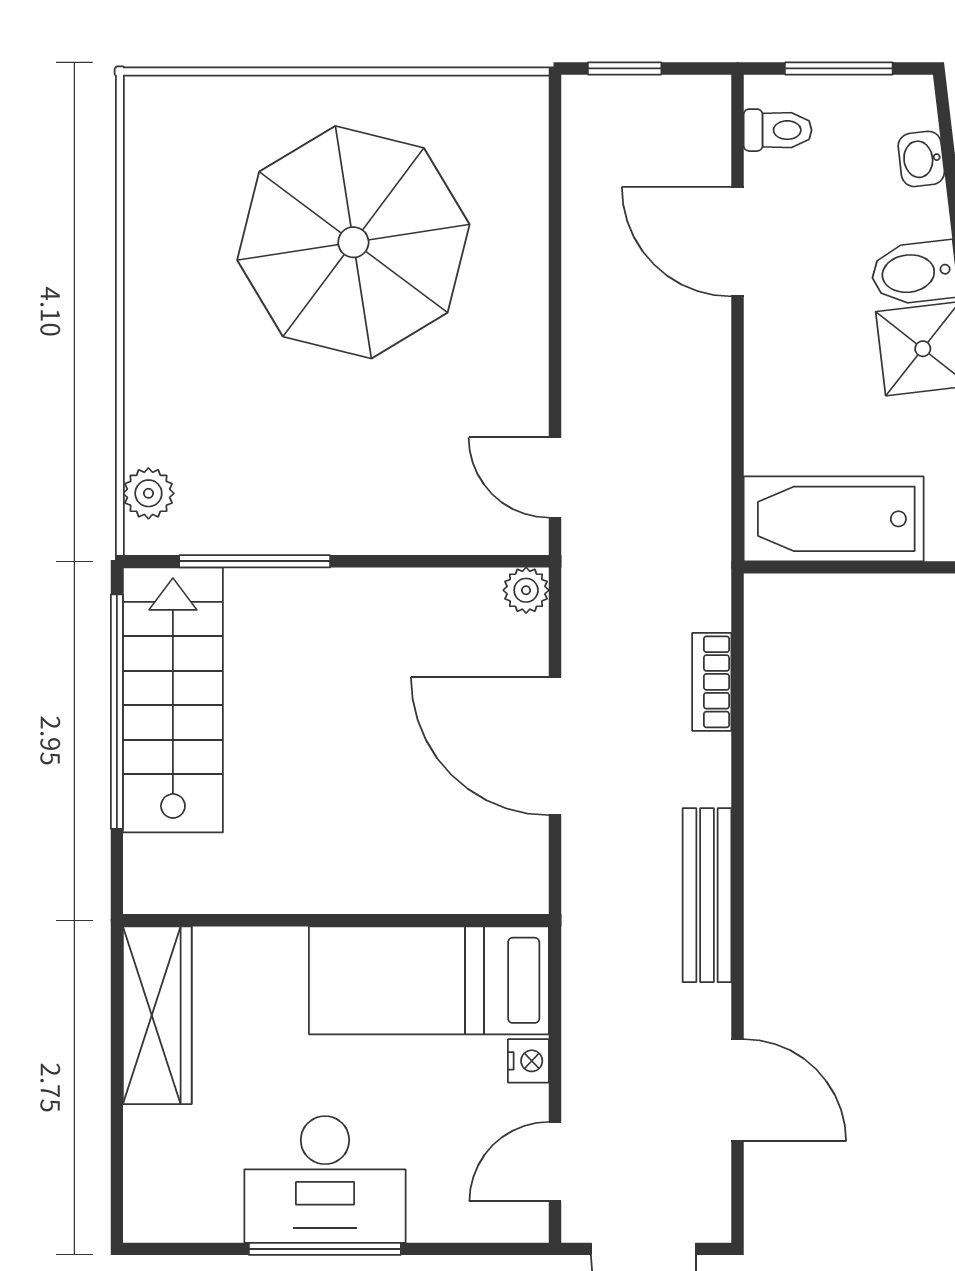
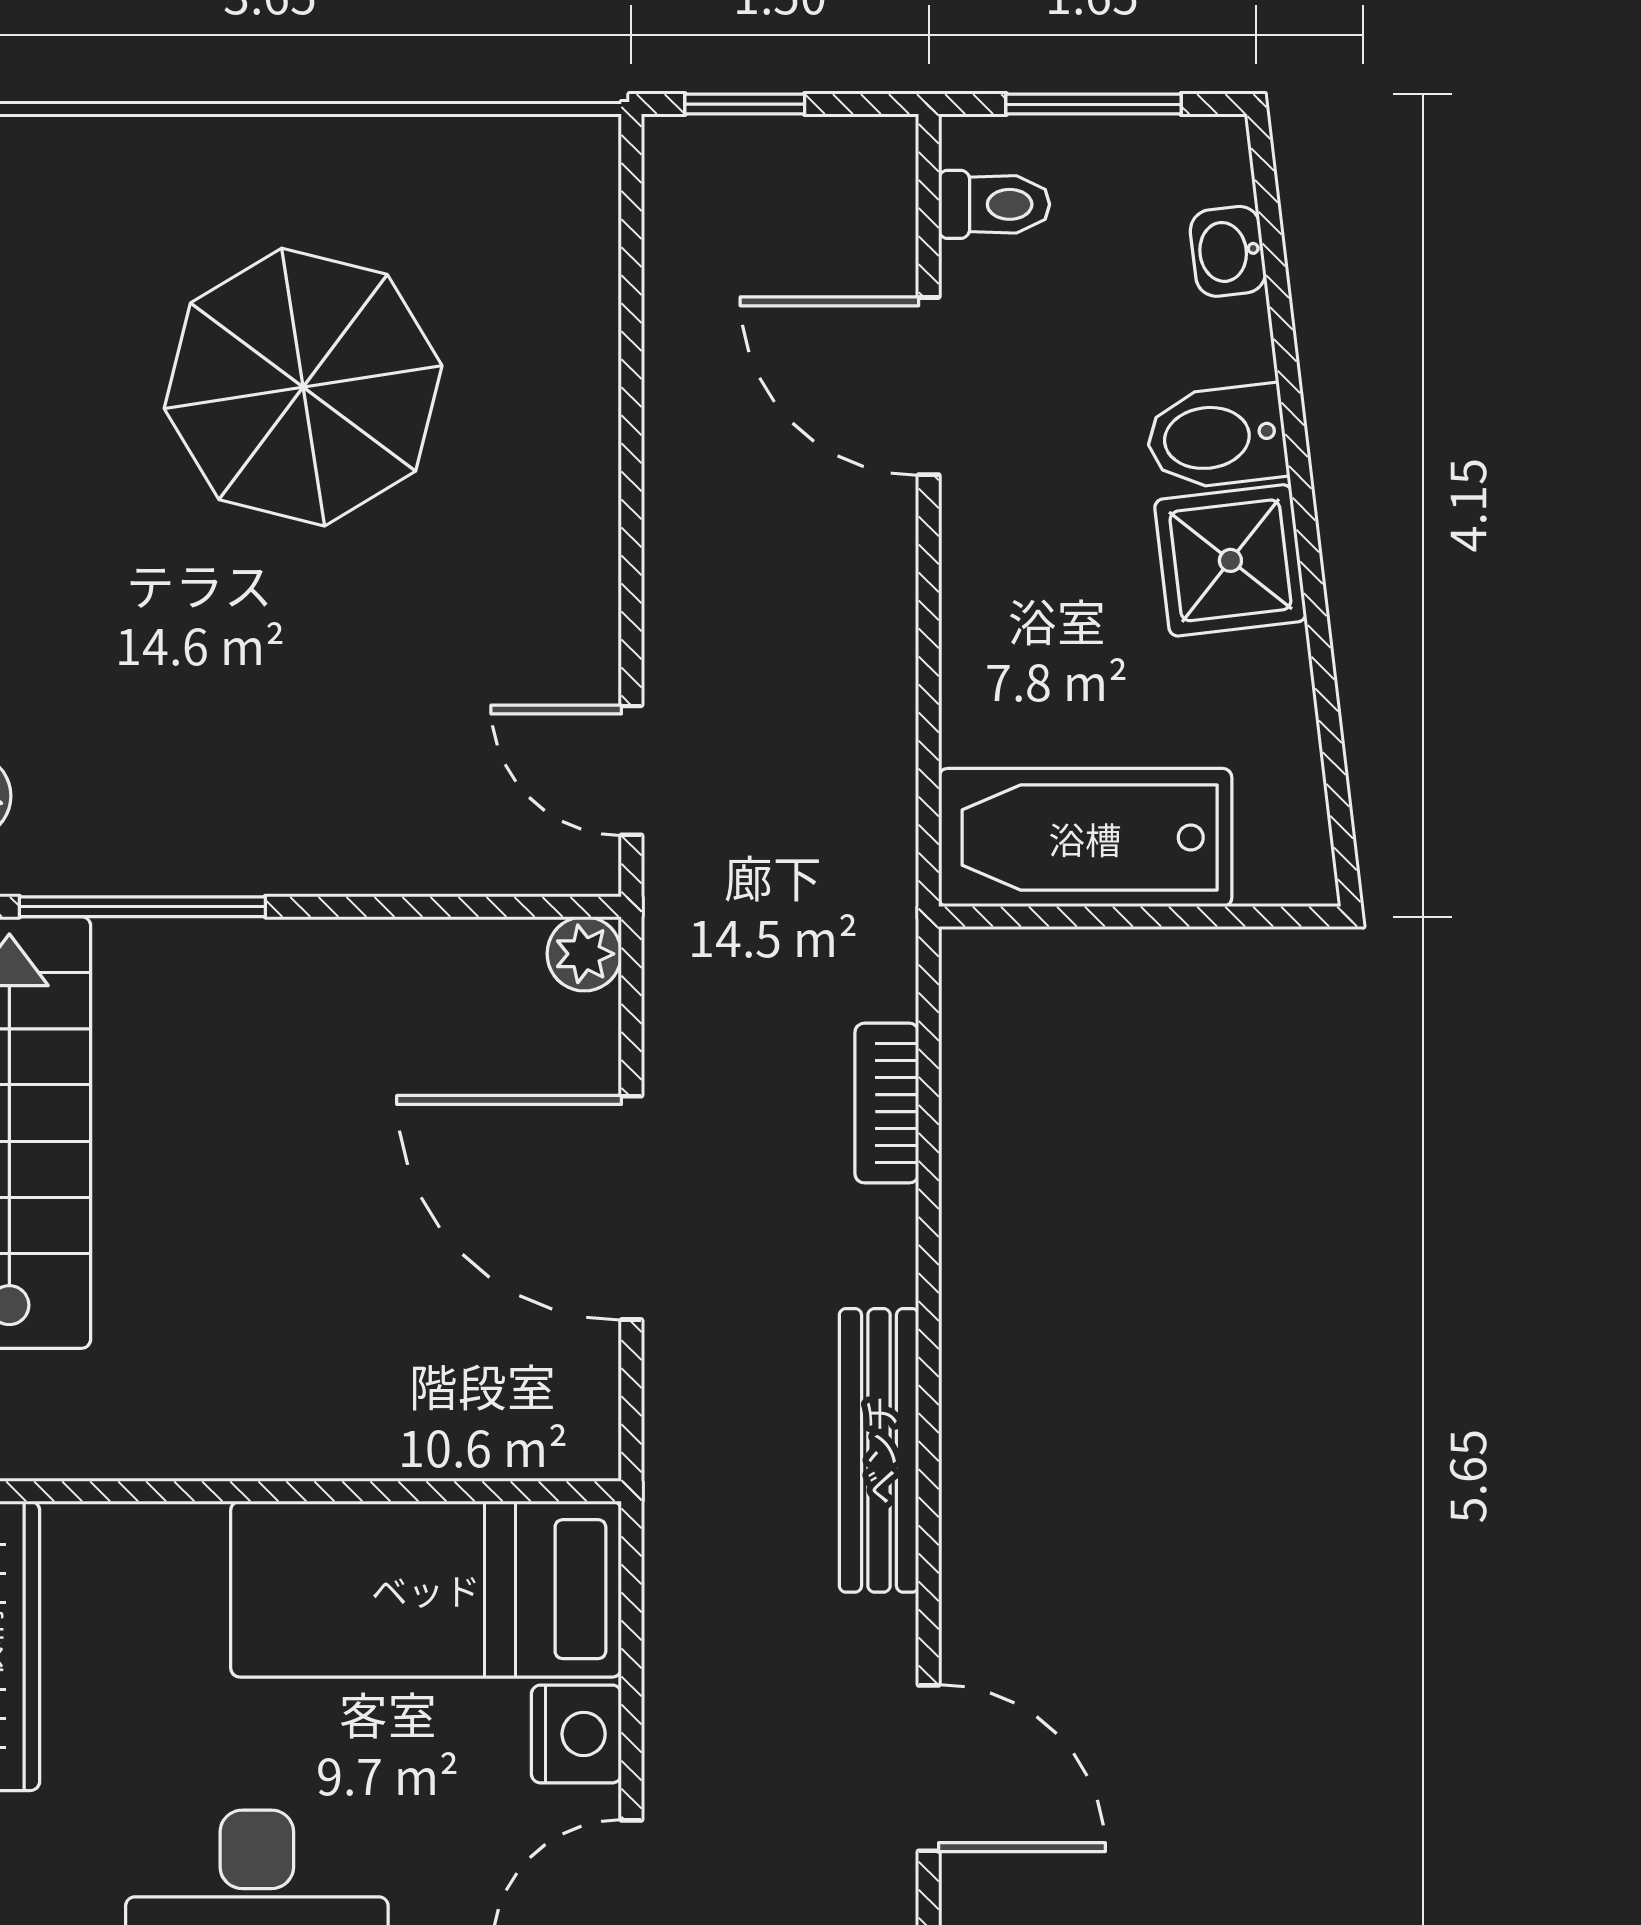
parasol: (353, 242) -> (303, 387), width x0.73, depth x0.73
nightstand: (528, 1061) -> (576, 1734), width x1.39, depth x1.35

